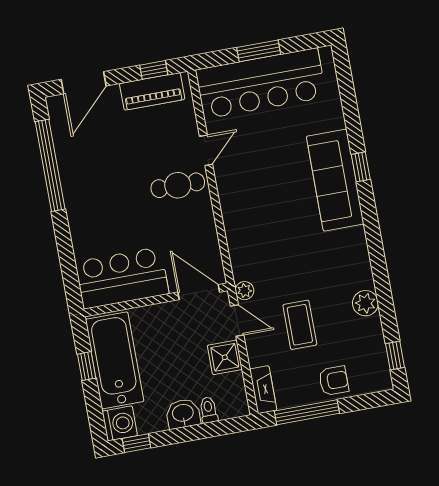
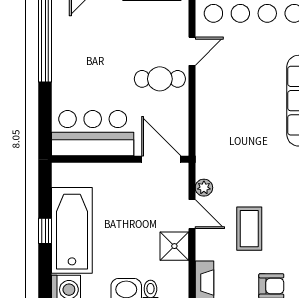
bar counter: (122, 278) -> (93, 133), moved
door: (199, 292) -> (161, 159), moved
wall: (156, 300) -> (120, 159), moved

